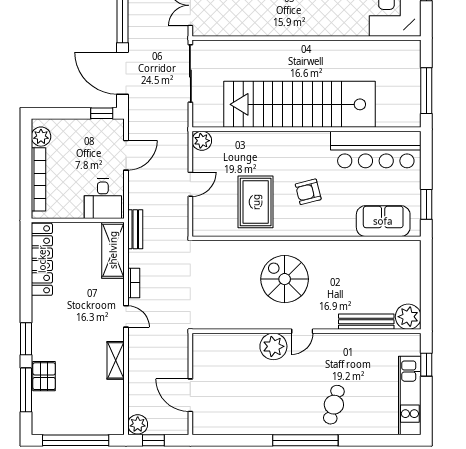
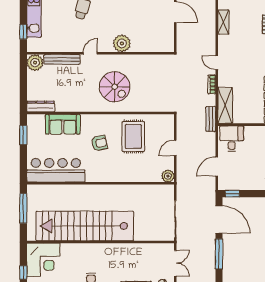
stairs: (299, 104) -> (85, 226), moved, turned 180
sofa: (383, 221) -> (63, 124), moved
dresser: (399, 249) -> (41, 106), added
door: (302, 331) -> (90, 53), moved
shelving: (116, 360) -> (223, 22), moved

